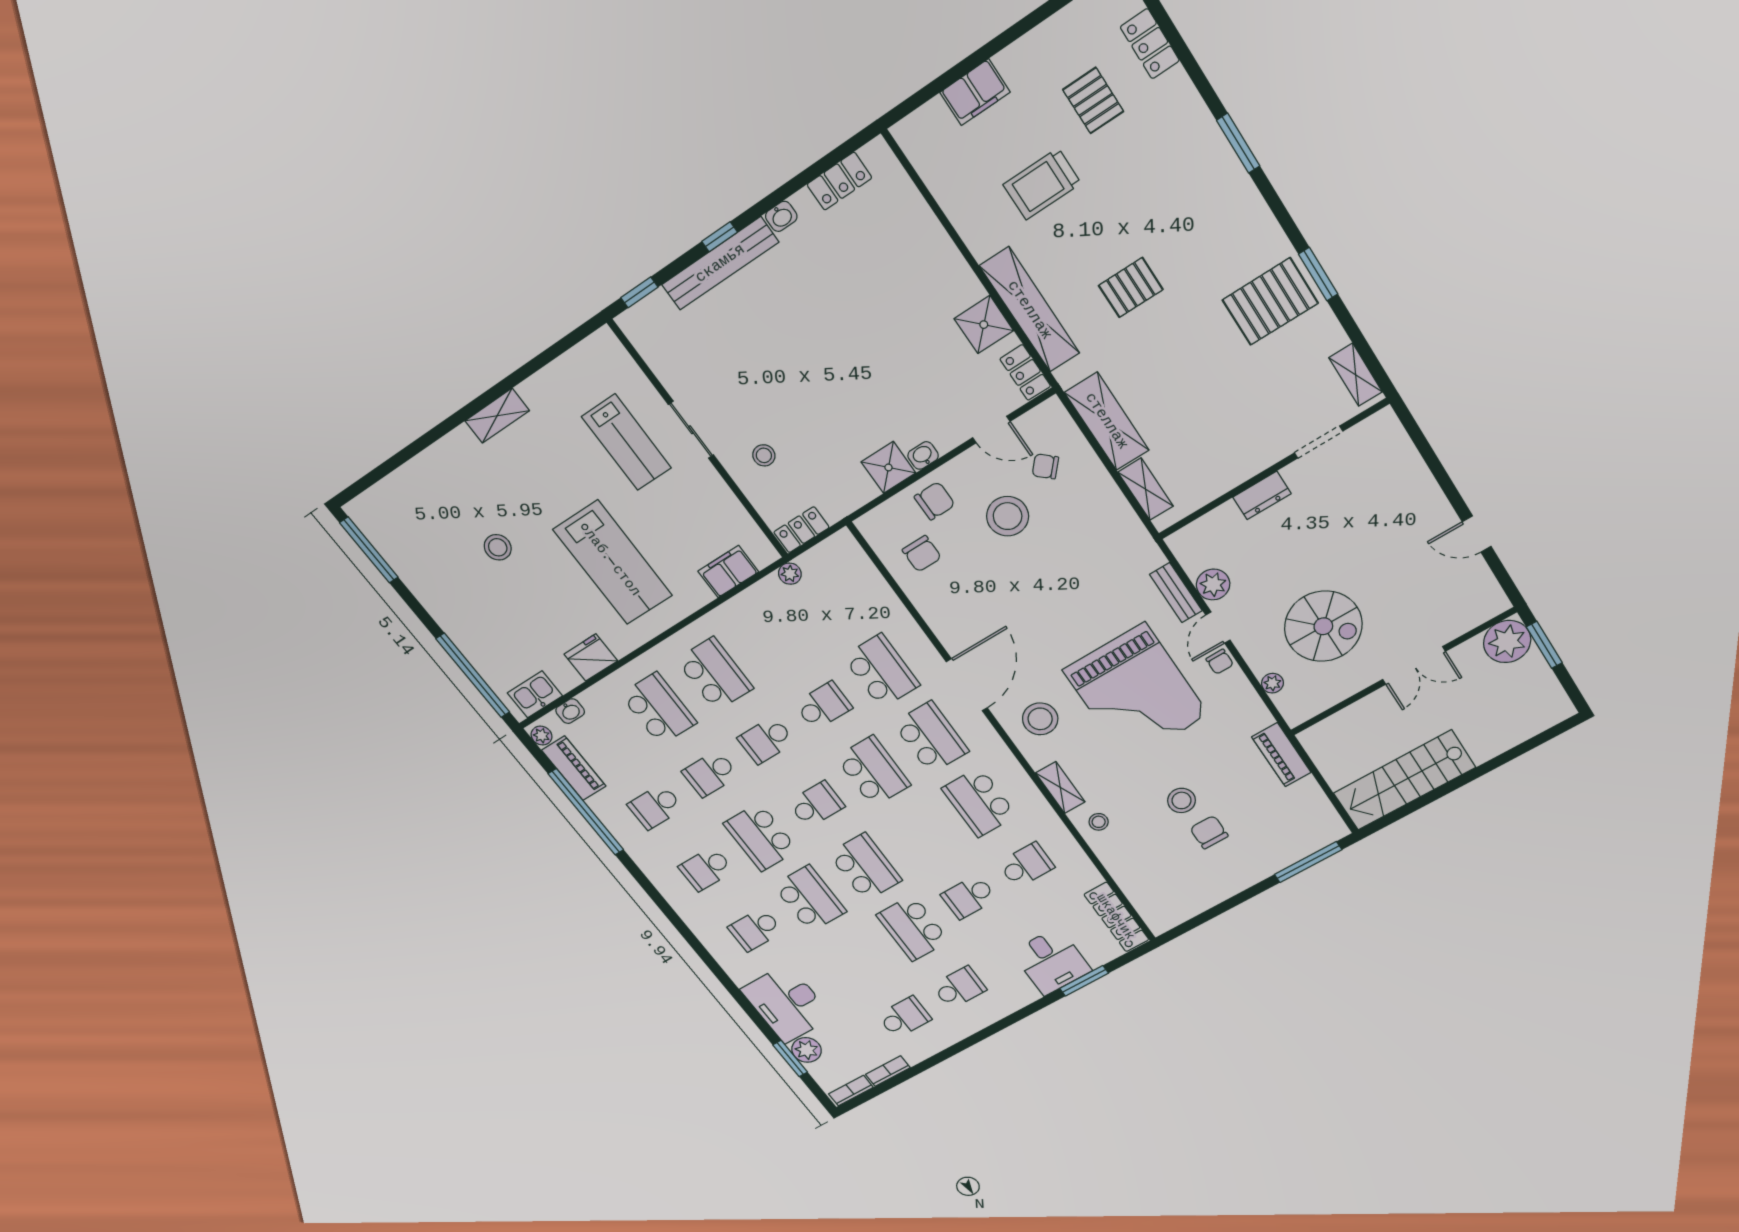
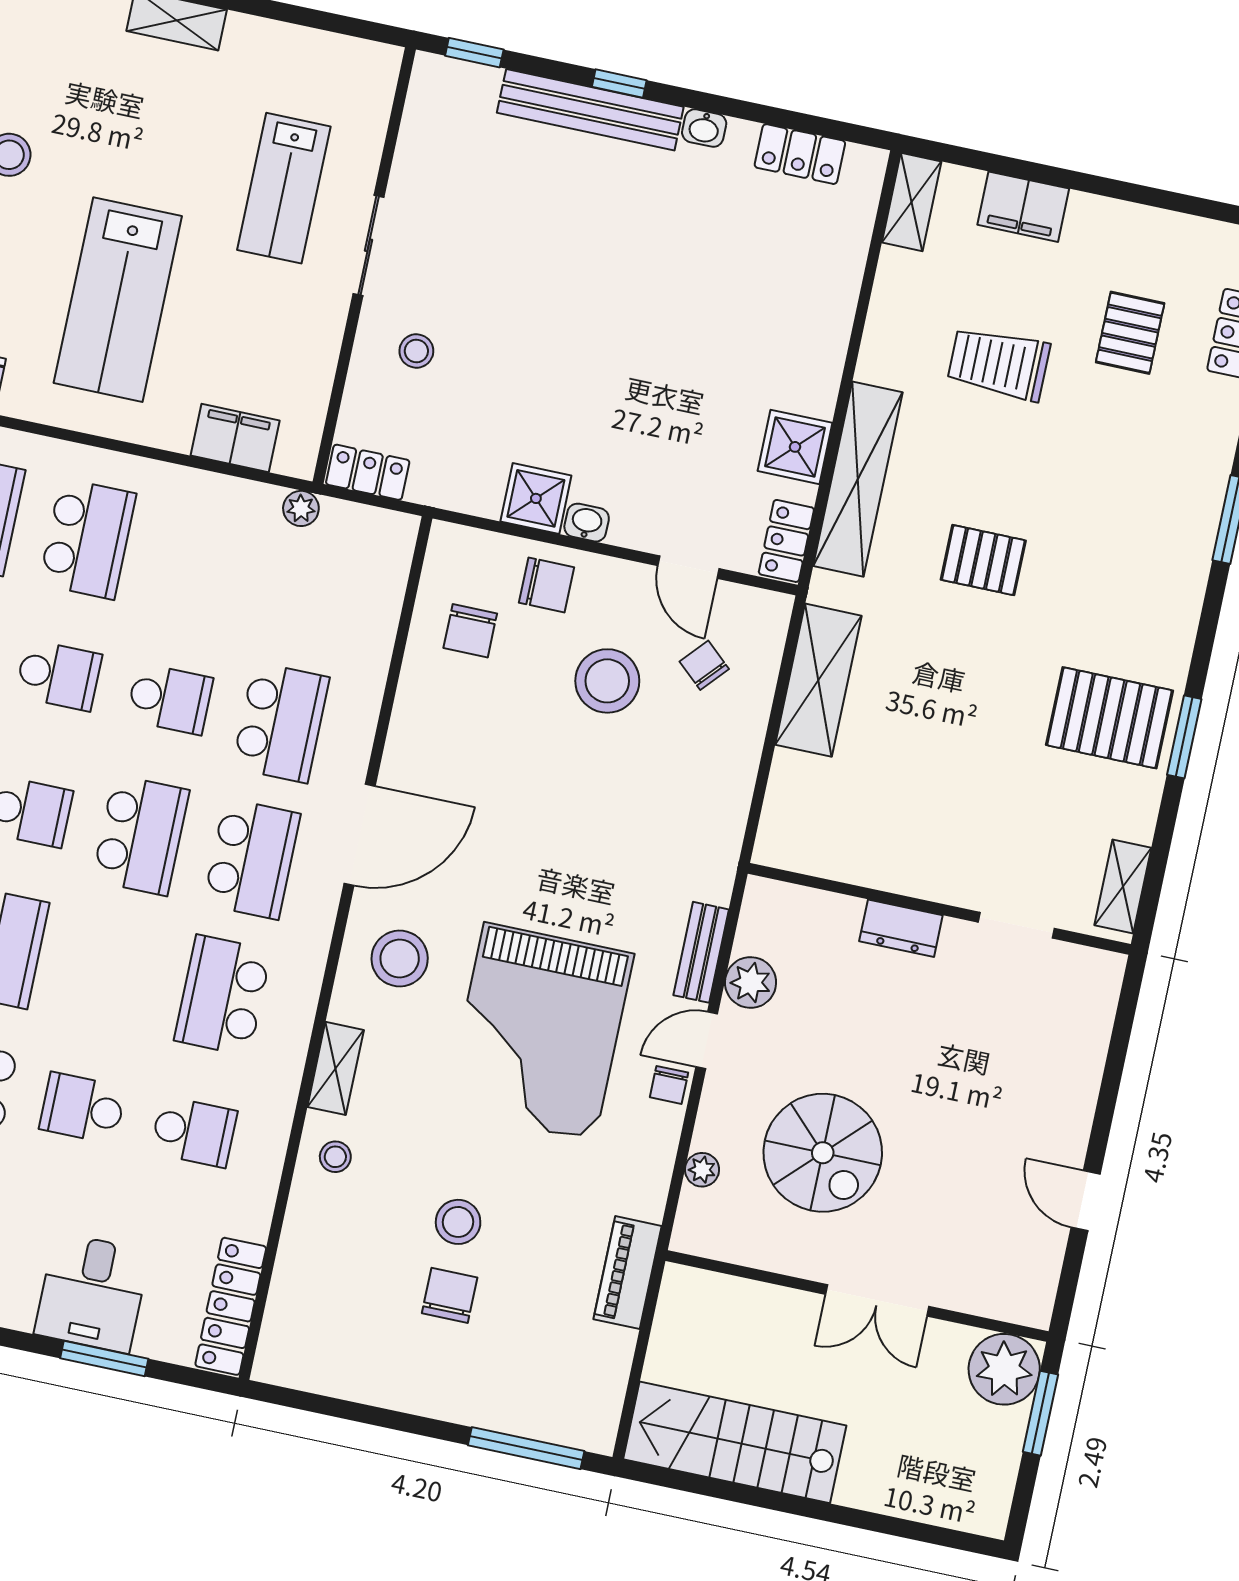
shelving: (1146, 489) -> (912, 202), moved
school desk: (766, 740) -> (59, 675), turned 180

